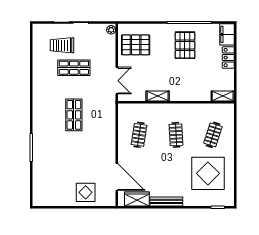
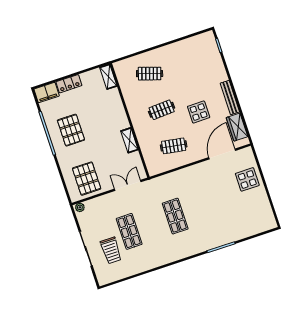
pallet: (185, 45) -> (71, 130), turned 90
shop shelf: (74, 115) -> (175, 216), turned 90
display table: (208, 173) -> (199, 112), moved, width x0.54, depth x0.54

